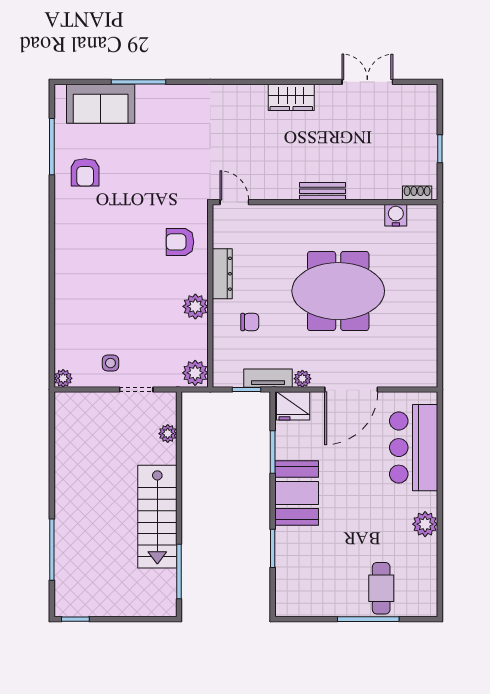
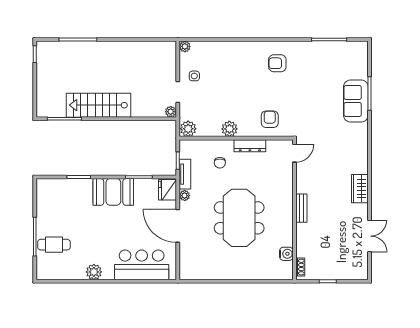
sofa: (101, 104) -> (356, 101), moved
armchair: (85, 172) -> (277, 63), moved
plant: (168, 434) -> (171, 112), moved

